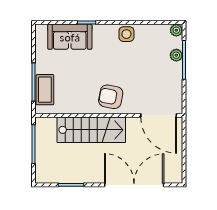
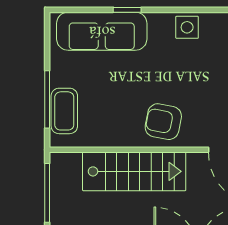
sofa: (70, 37) -> (102, 31), width x1.36

